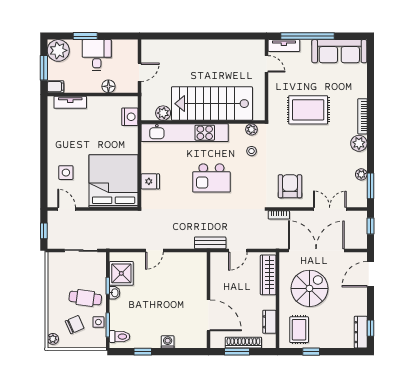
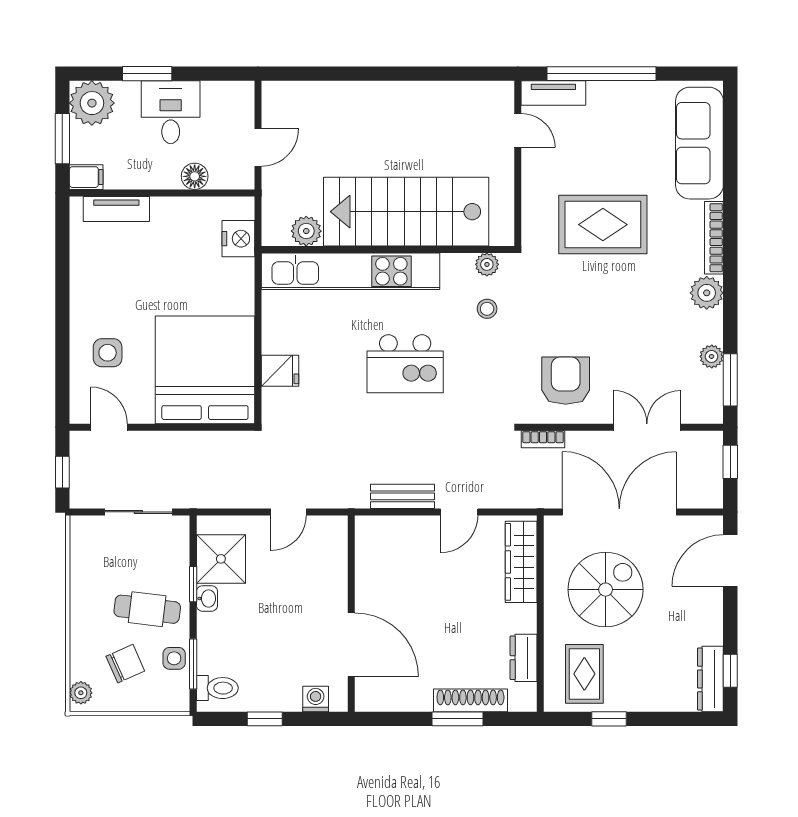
sofa: (339, 51) -> (699, 143), moved, turned 90
wall: (209, 300) -> (351, 614), moved
door: (209, 315) -> (351, 645), moved

